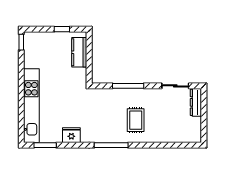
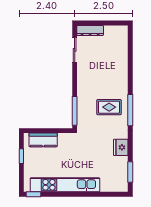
window: (128, 86) -> (75, 111), moved
kitchen unit: (31, 106) -> (65, 185), moved
rug: (136, 120) -> (109, 107), moved

